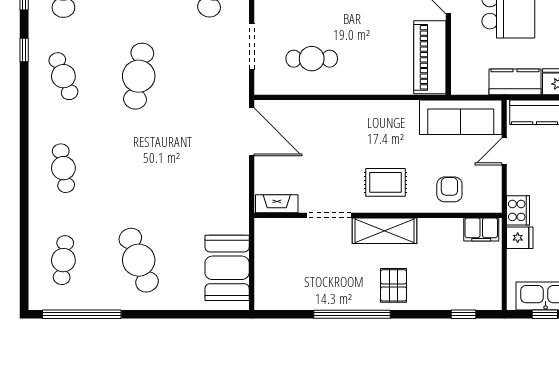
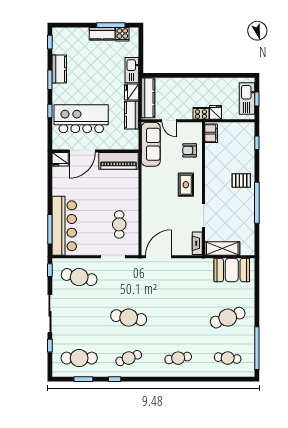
shelving: (384, 231) -> (222, 249), moved, turned 90

